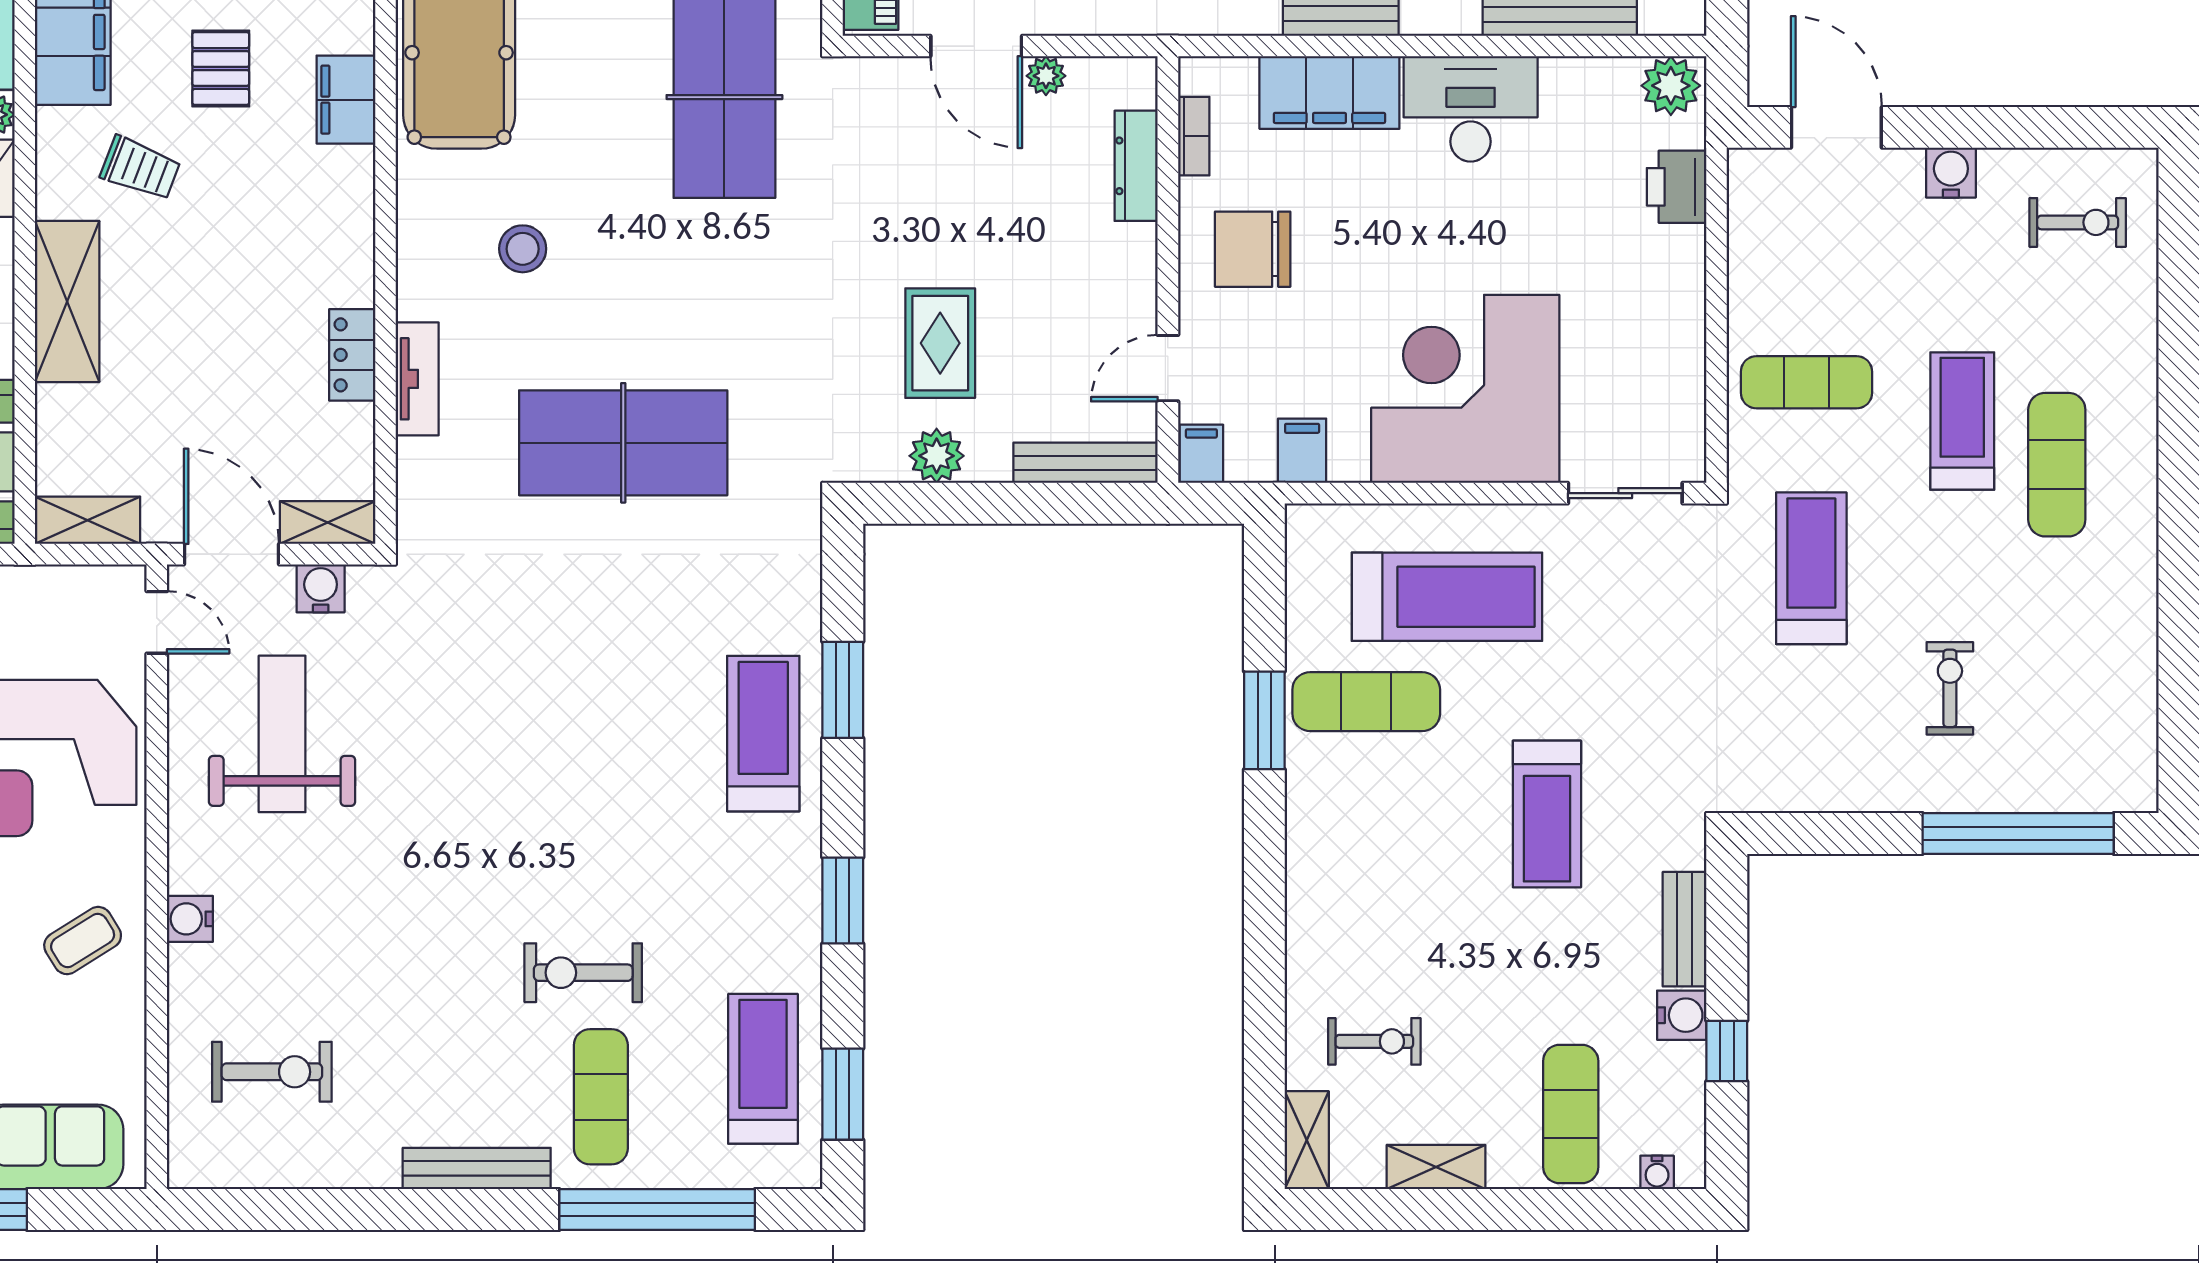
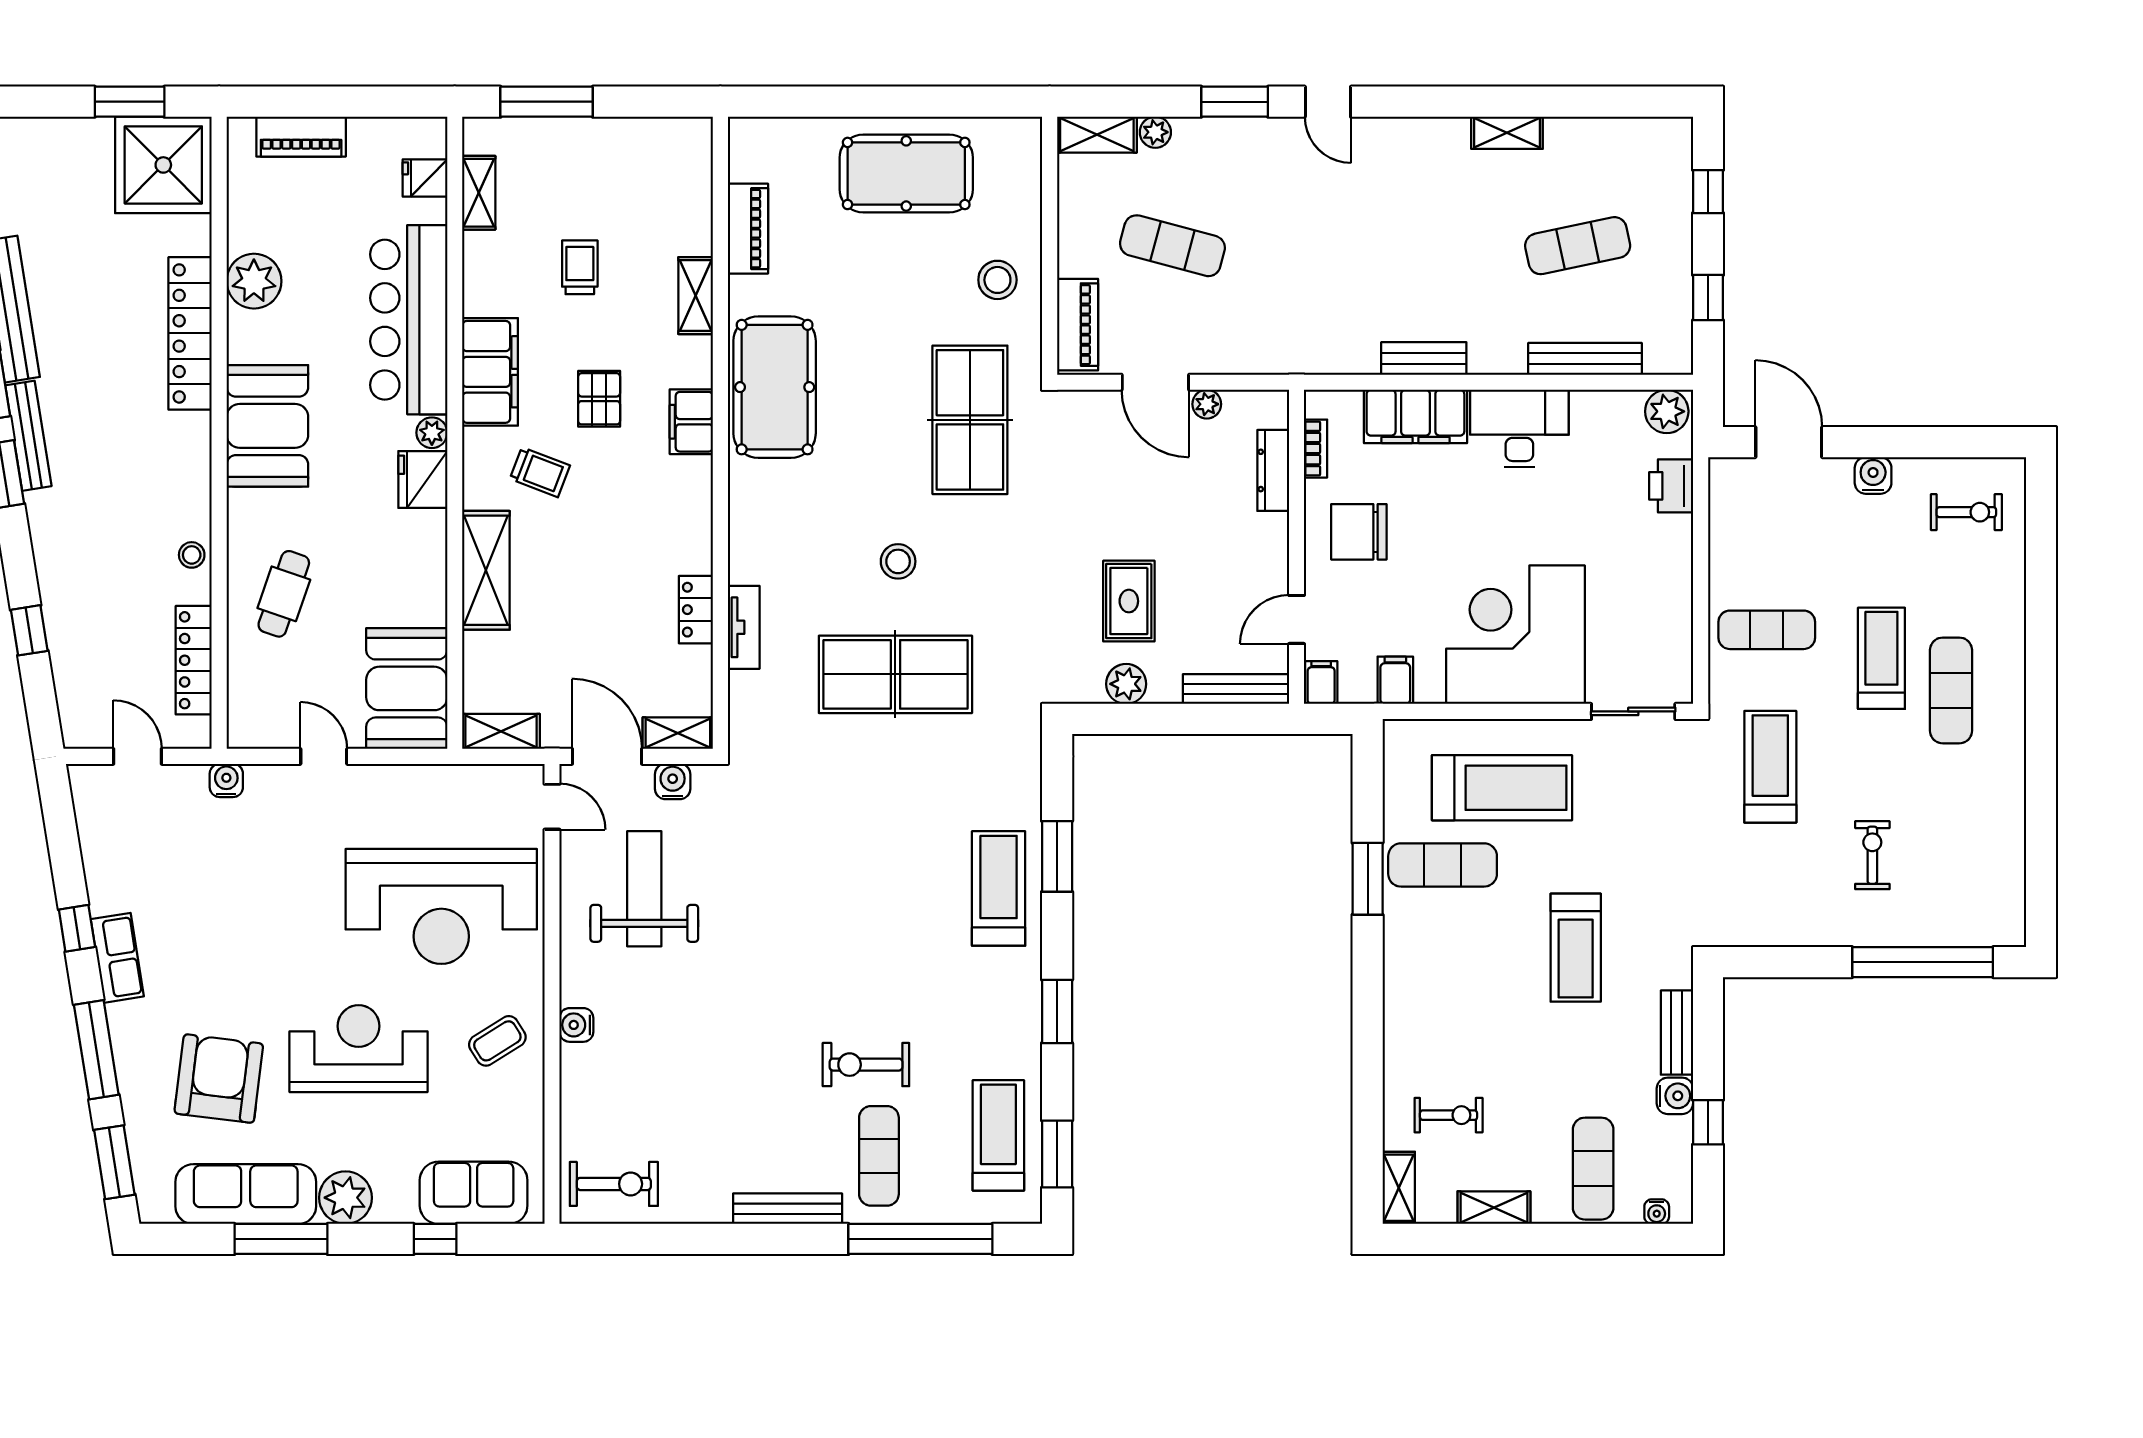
stool: (523, 249) -> (898, 561), moved
exercise bike: (272, 1072) -> (614, 1184), moved

